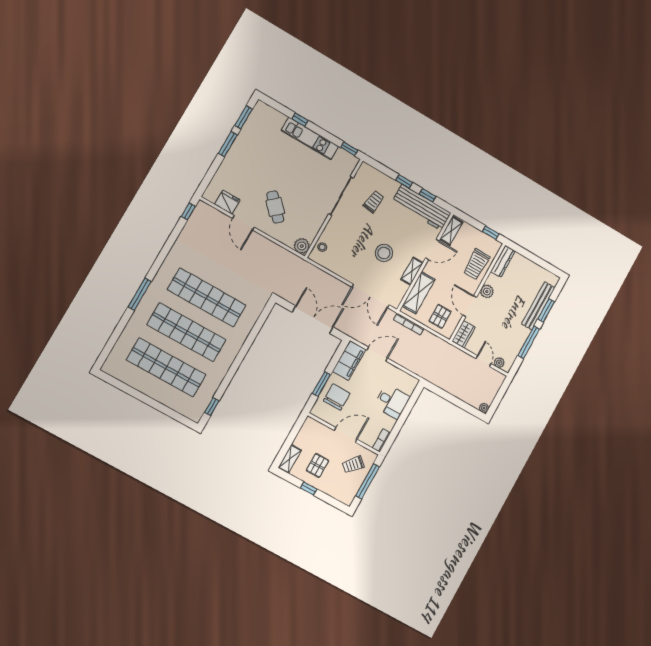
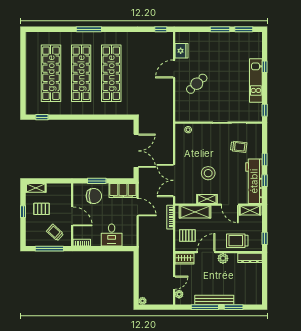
plant: (302, 246) -> (181, 116), removed
bench: (538, 306) -> (214, 300), moved

